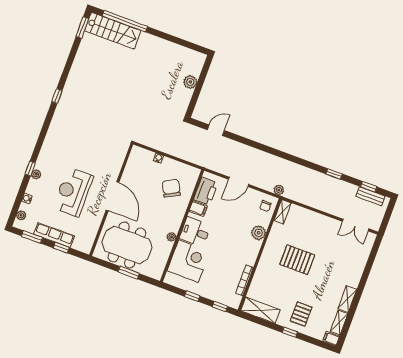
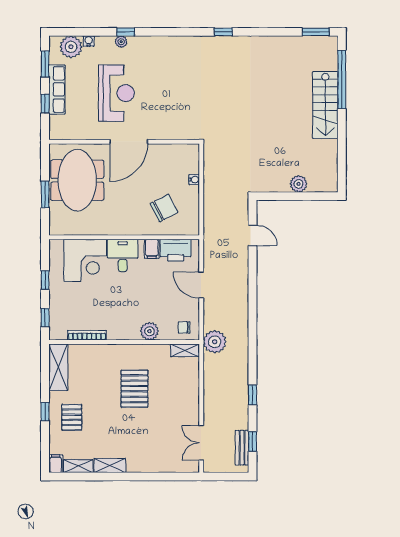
stairs: (113, 31) -> (325, 105), moved
plant: (279, 190) -> (215, 342), width x1.88, depth x1.88
reception desk: (73, 192) -> (116, 93), turned 90
plant: (21, 215) -> (71, 47), width x1.88, depth x1.88
plant: (172, 237) -> (106, 230), removed
pallet: (301, 314) -> (72, 417), turned 90

